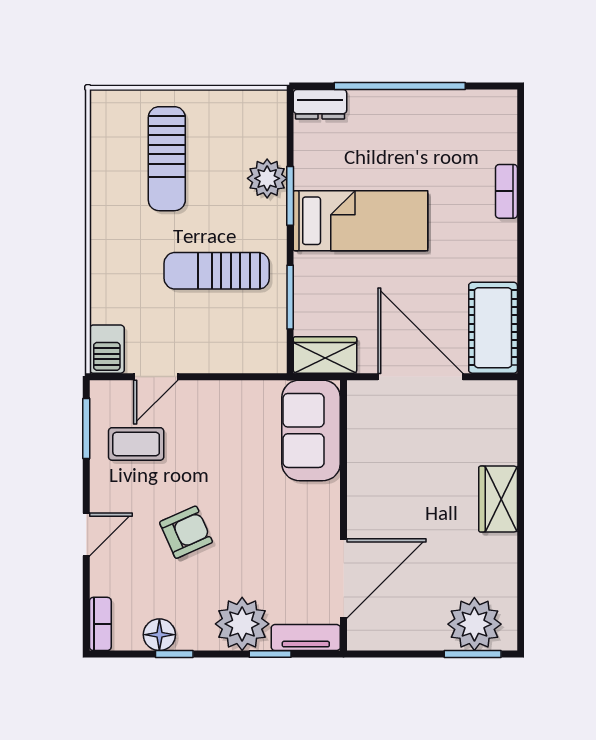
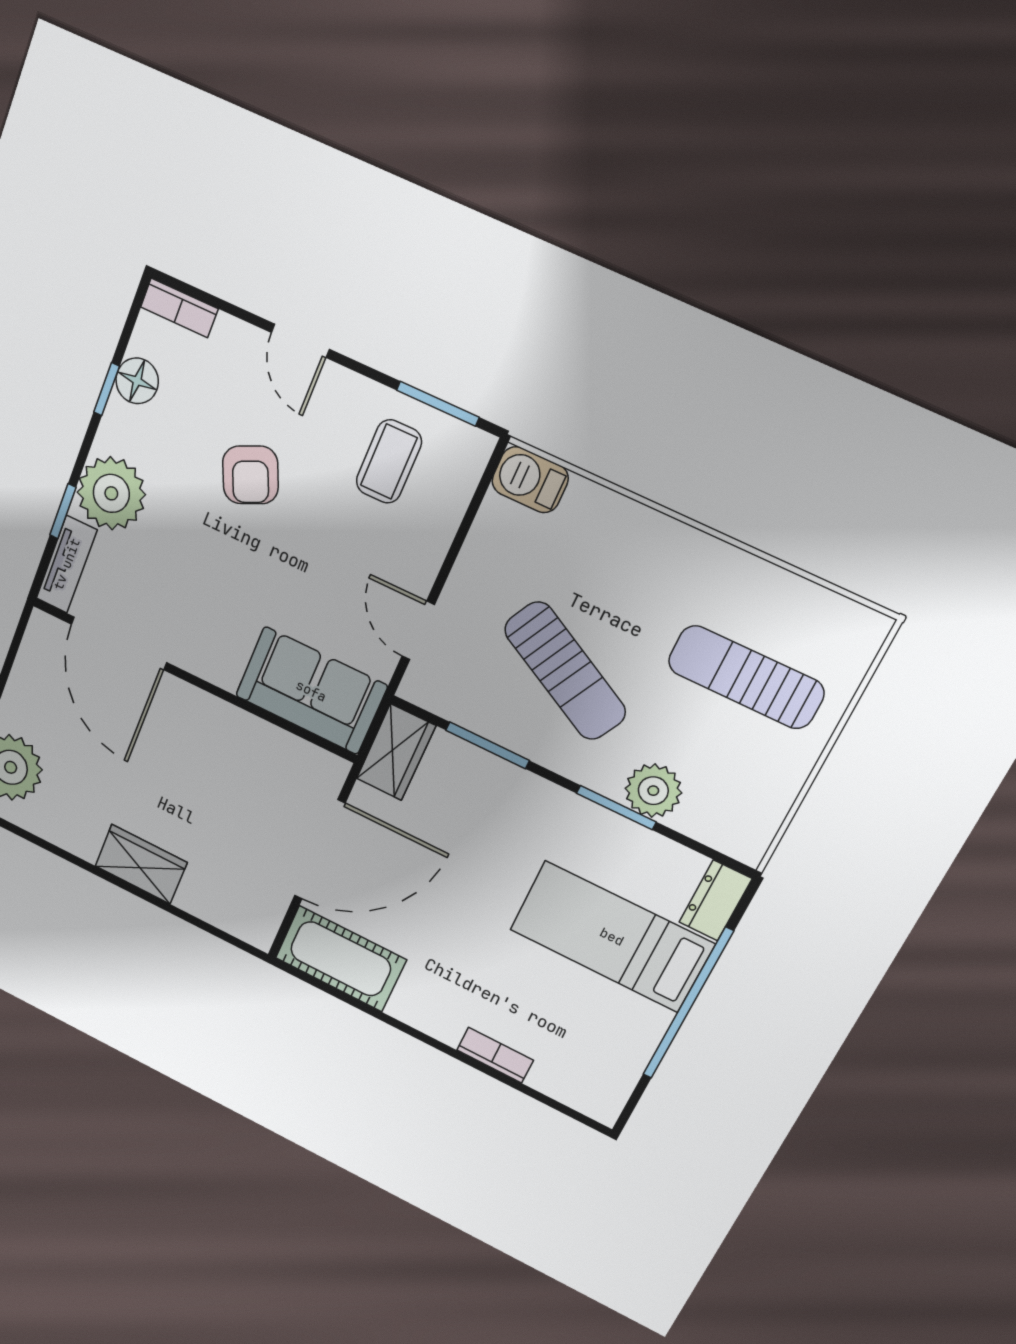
bed: (360, 221) -> (612, 937), moved, turned 90
sun lounger: (217, 271) -> (565, 671), turned 118
door: (156, 377) -> (418, 631), moved

